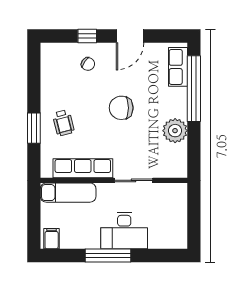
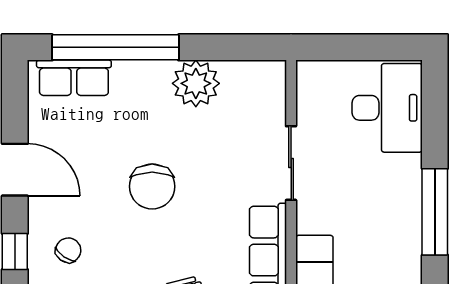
desk: (124, 231) -> (387, 108), moved

